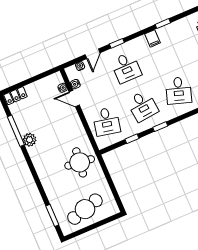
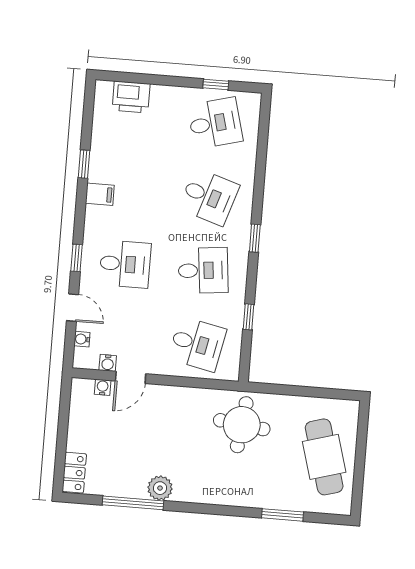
window: (160, 127) -> (255, 238), moved
window: (52, 215) -> (283, 515), moved

